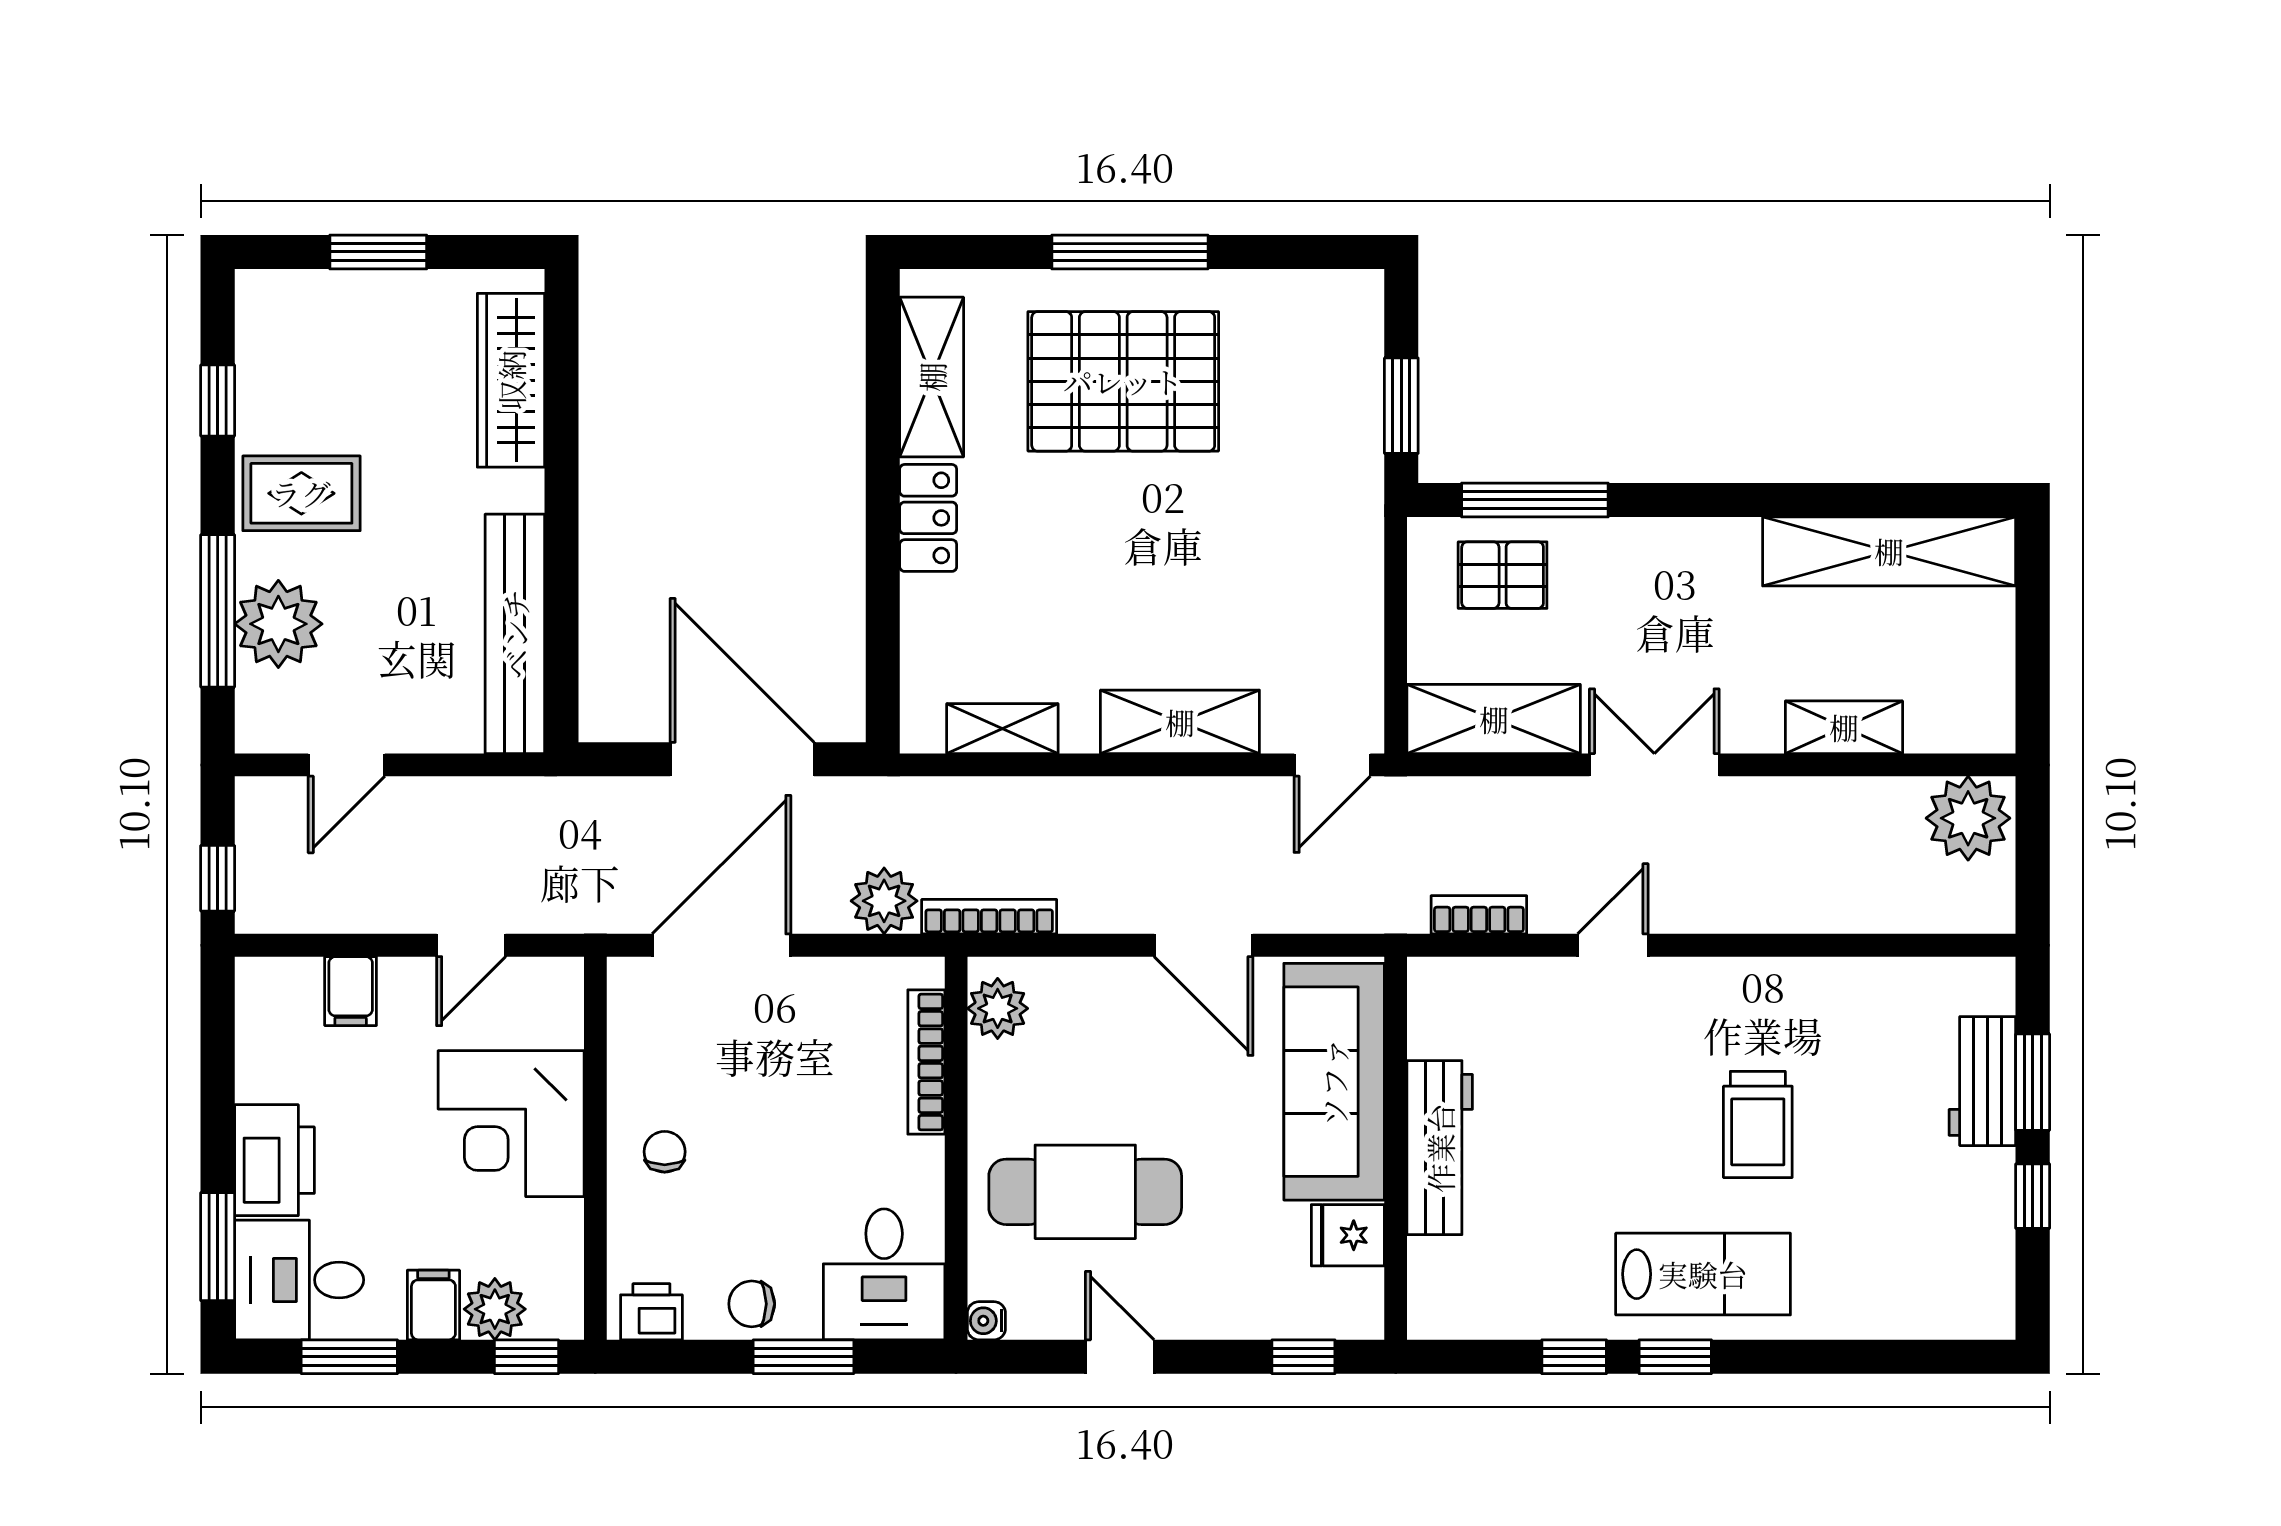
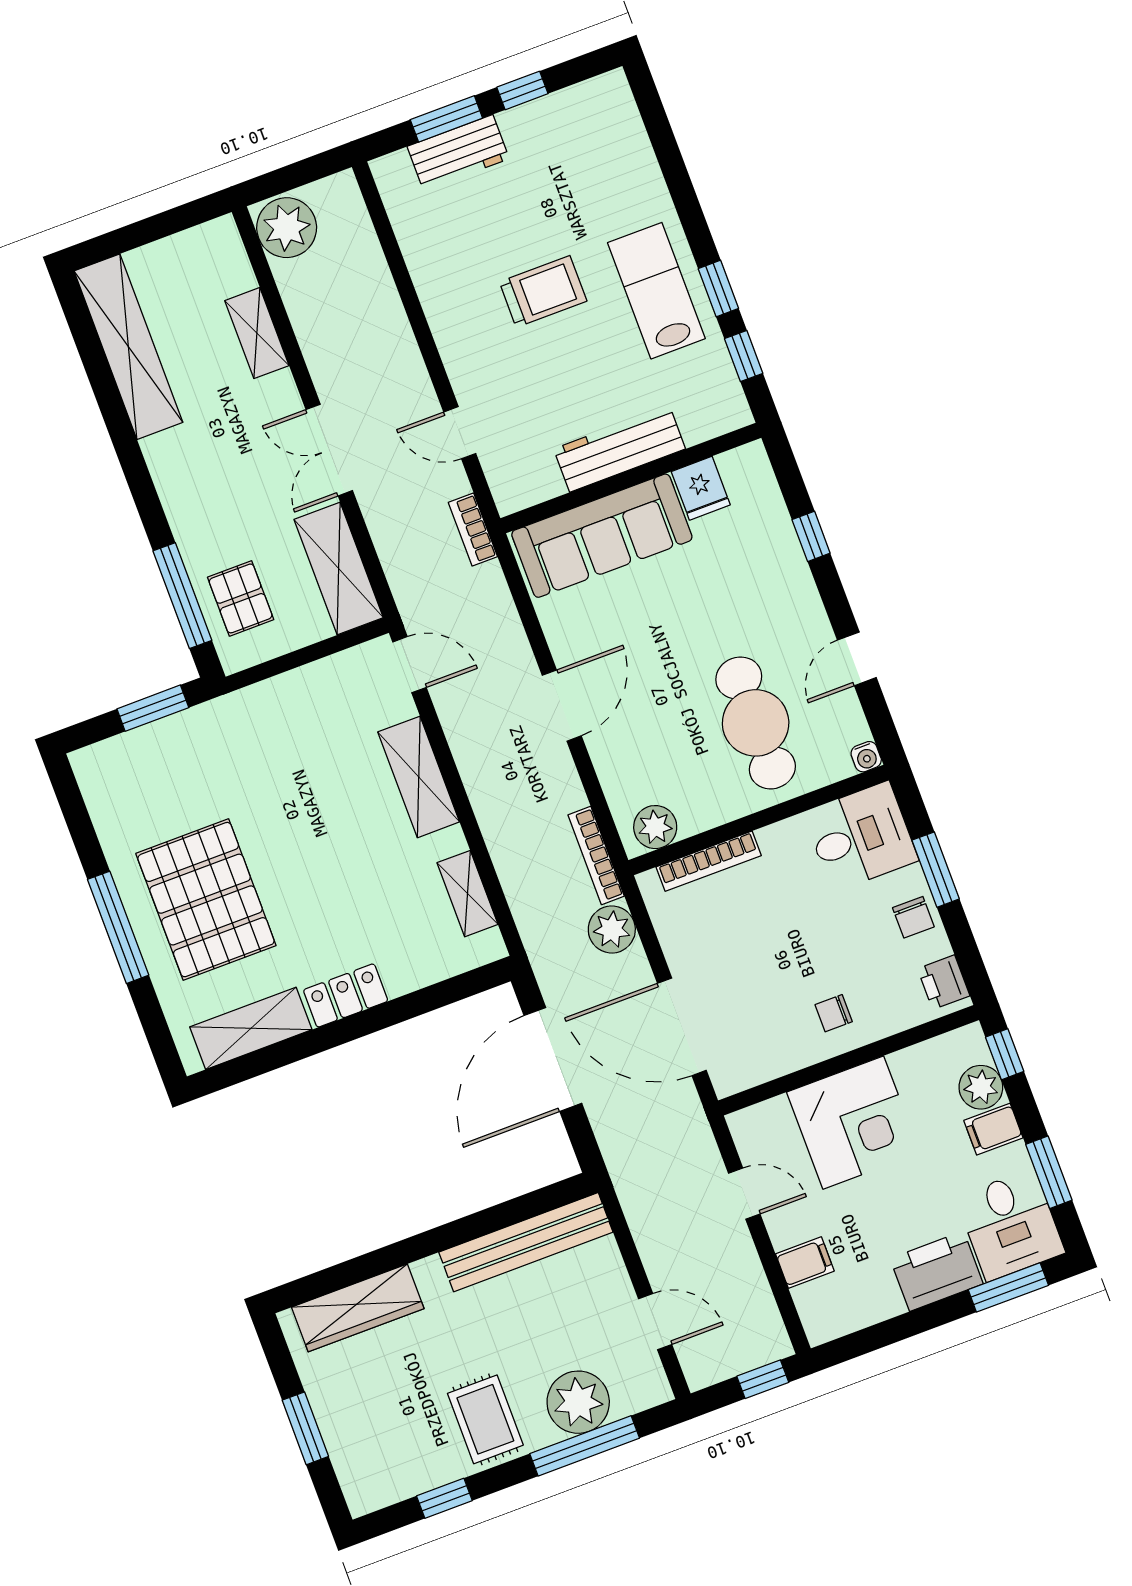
sofa: (1334, 1082) -> (602, 536), moved
wall: (1396, 1148) -> (631, 478), moved
workbench: (1440, 1148) -> (620, 449), moved
fridge: (1348, 1235) -> (701, 488), moved

